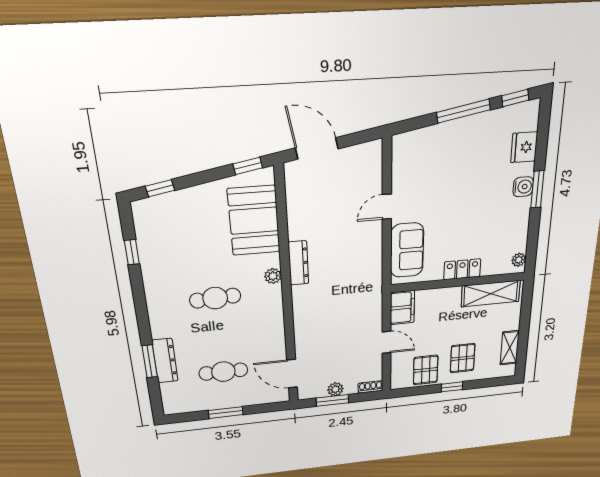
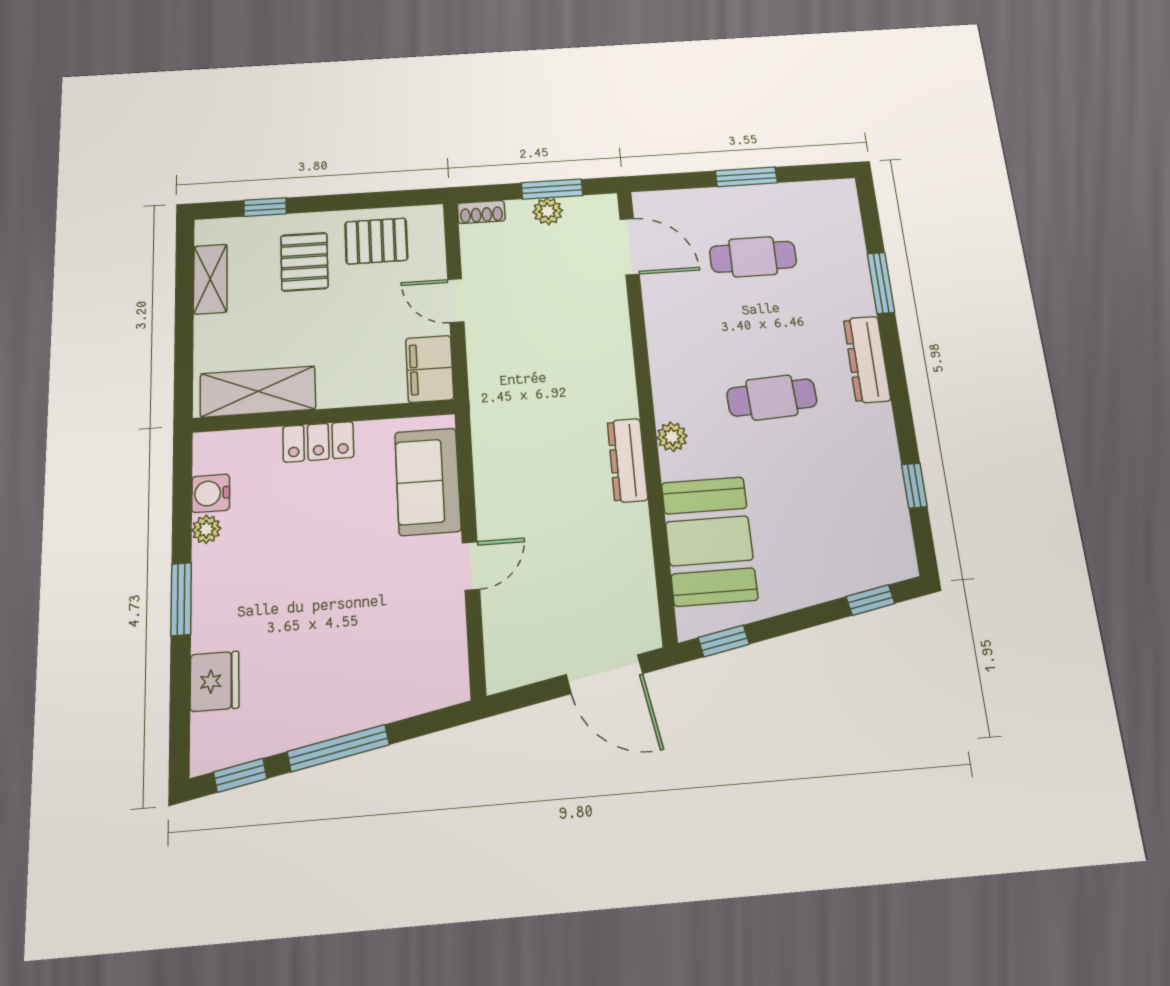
water cooler: (523, 187) -> (211, 493), moved
plant: (519, 260) -> (206, 529), moved
dresser: (165, 361) -> (867, 359), moved
pallet: (426, 370) -> (376, 241), turned 90
window: (452, 387) -> (265, 207), moved

